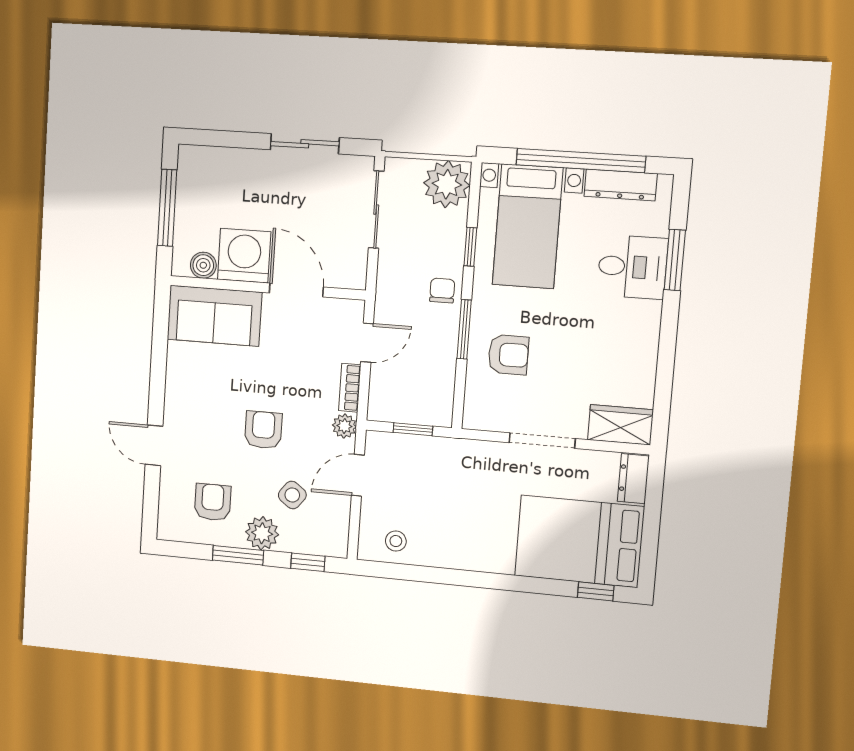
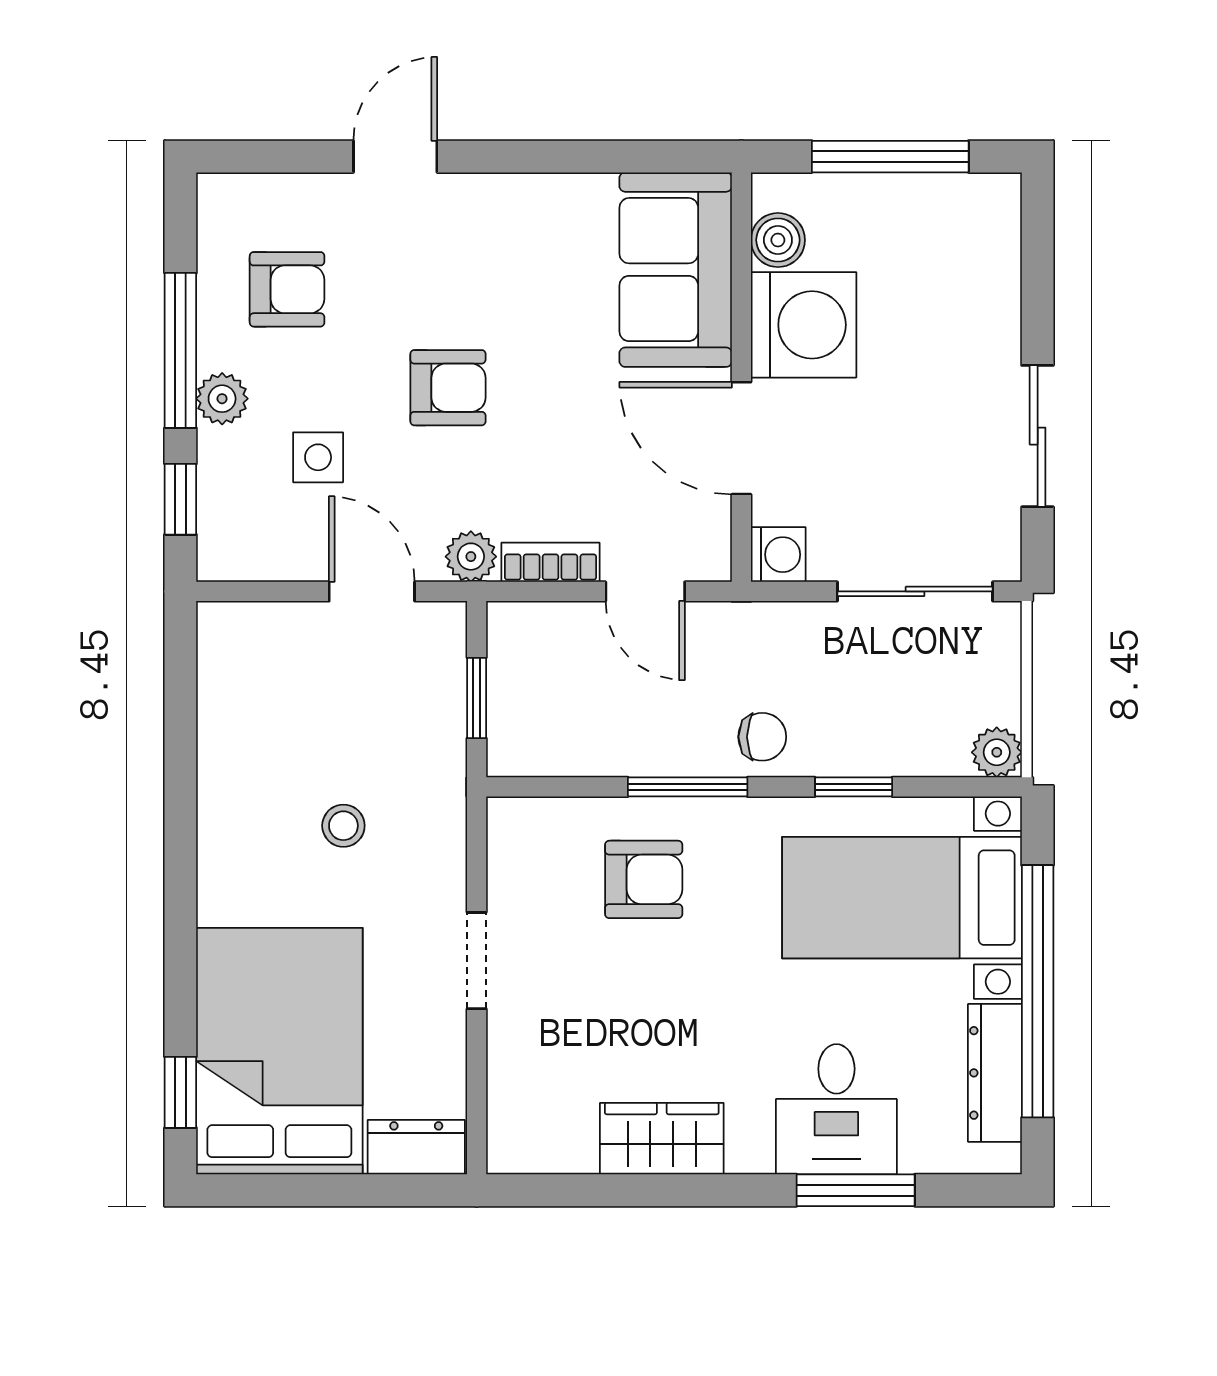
plant: (447, 184) -> (997, 752), width x0.53, depth x0.53
washing machine: (354, 276) -> (778, 555), added
door: (296, 290) -> (741, 438), swing flipped
armchair: (508, 355) -> (644, 879), turned -90
wardrobe: (620, 425) -> (662, 1139), moved, turned -90
doorway: (542, 441) -> (477, 961), width x0.73
side table: (292, 495) -> (318, 457), turned -37
plant: (262, 533) -> (222, 399), width x0.73, depth x0.73
stool: (396, 541) -> (343, 826), moved
window: (238, 555) -> (180, 350), width x1.44

